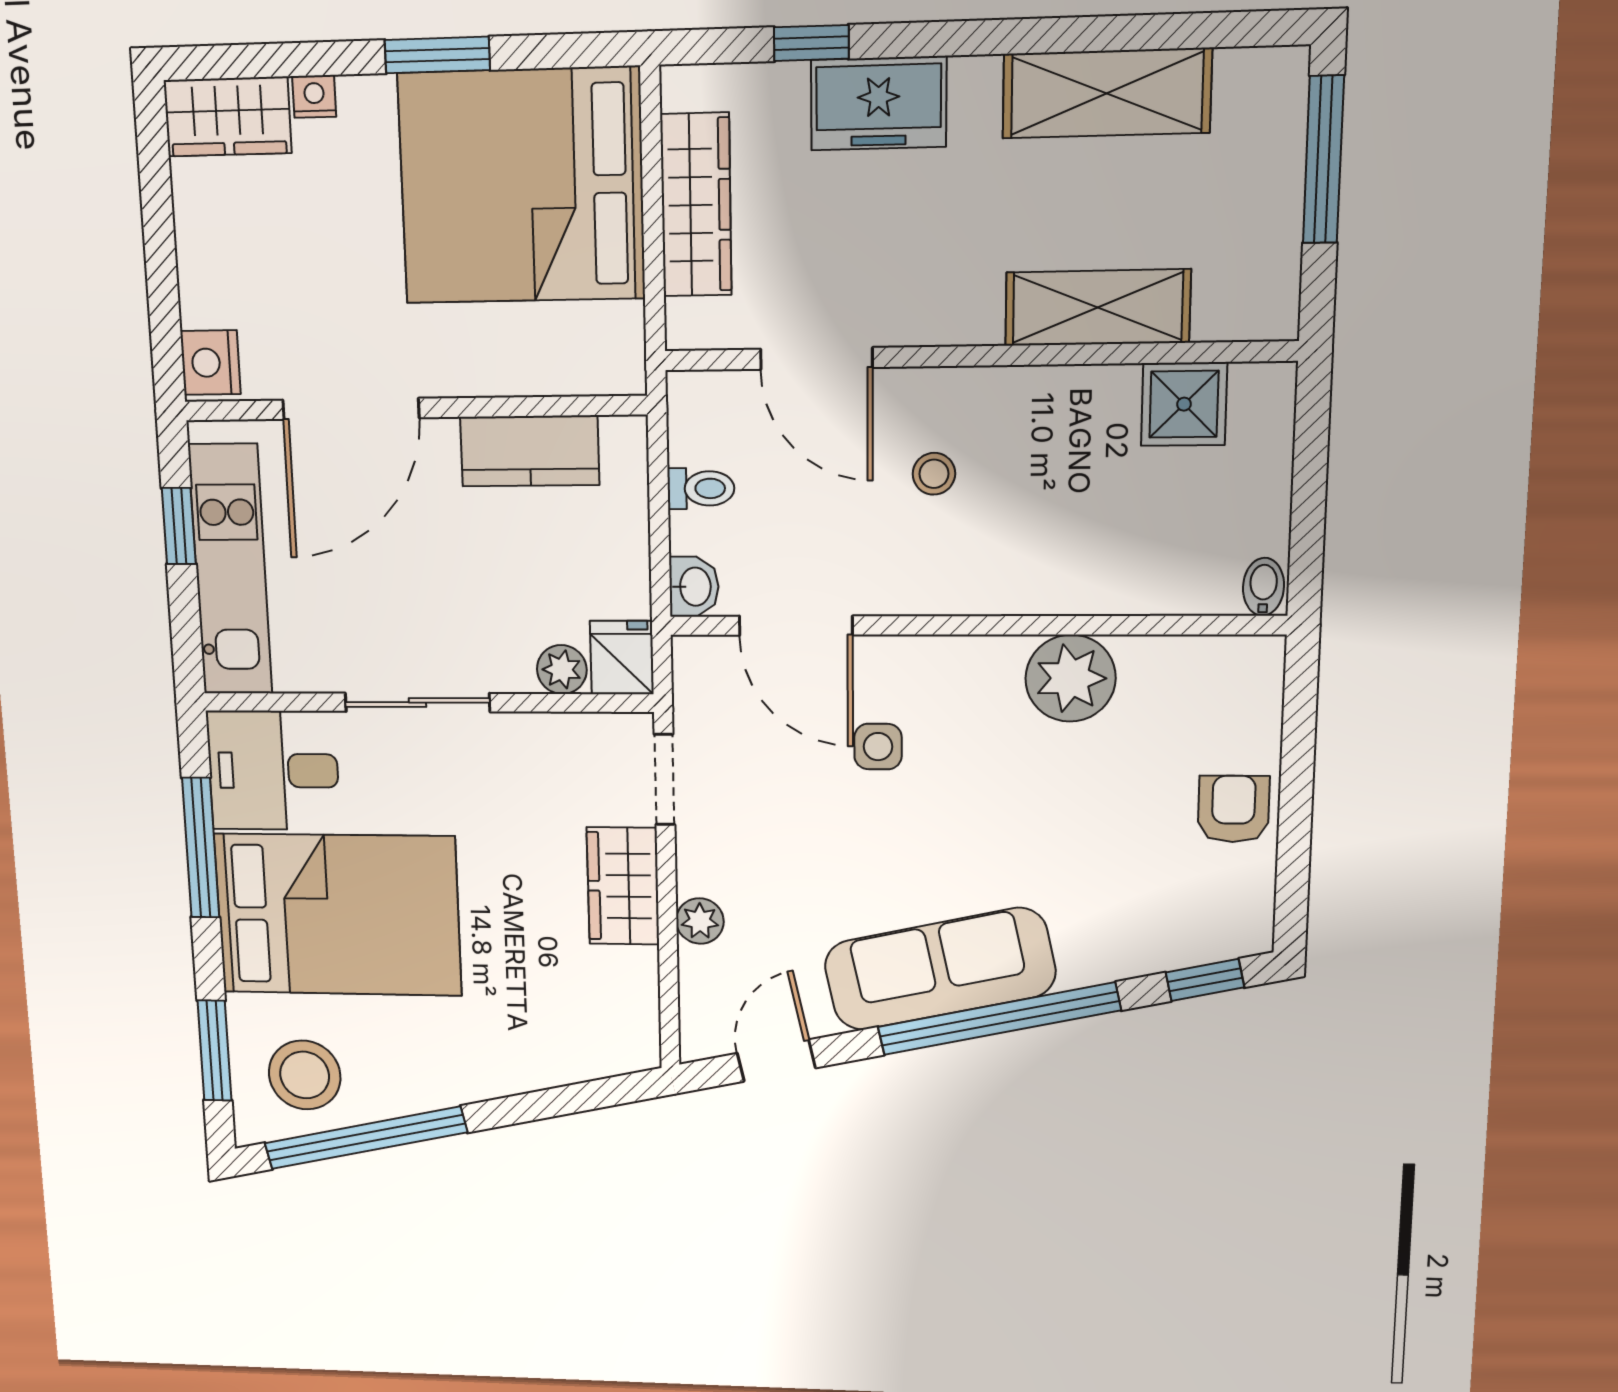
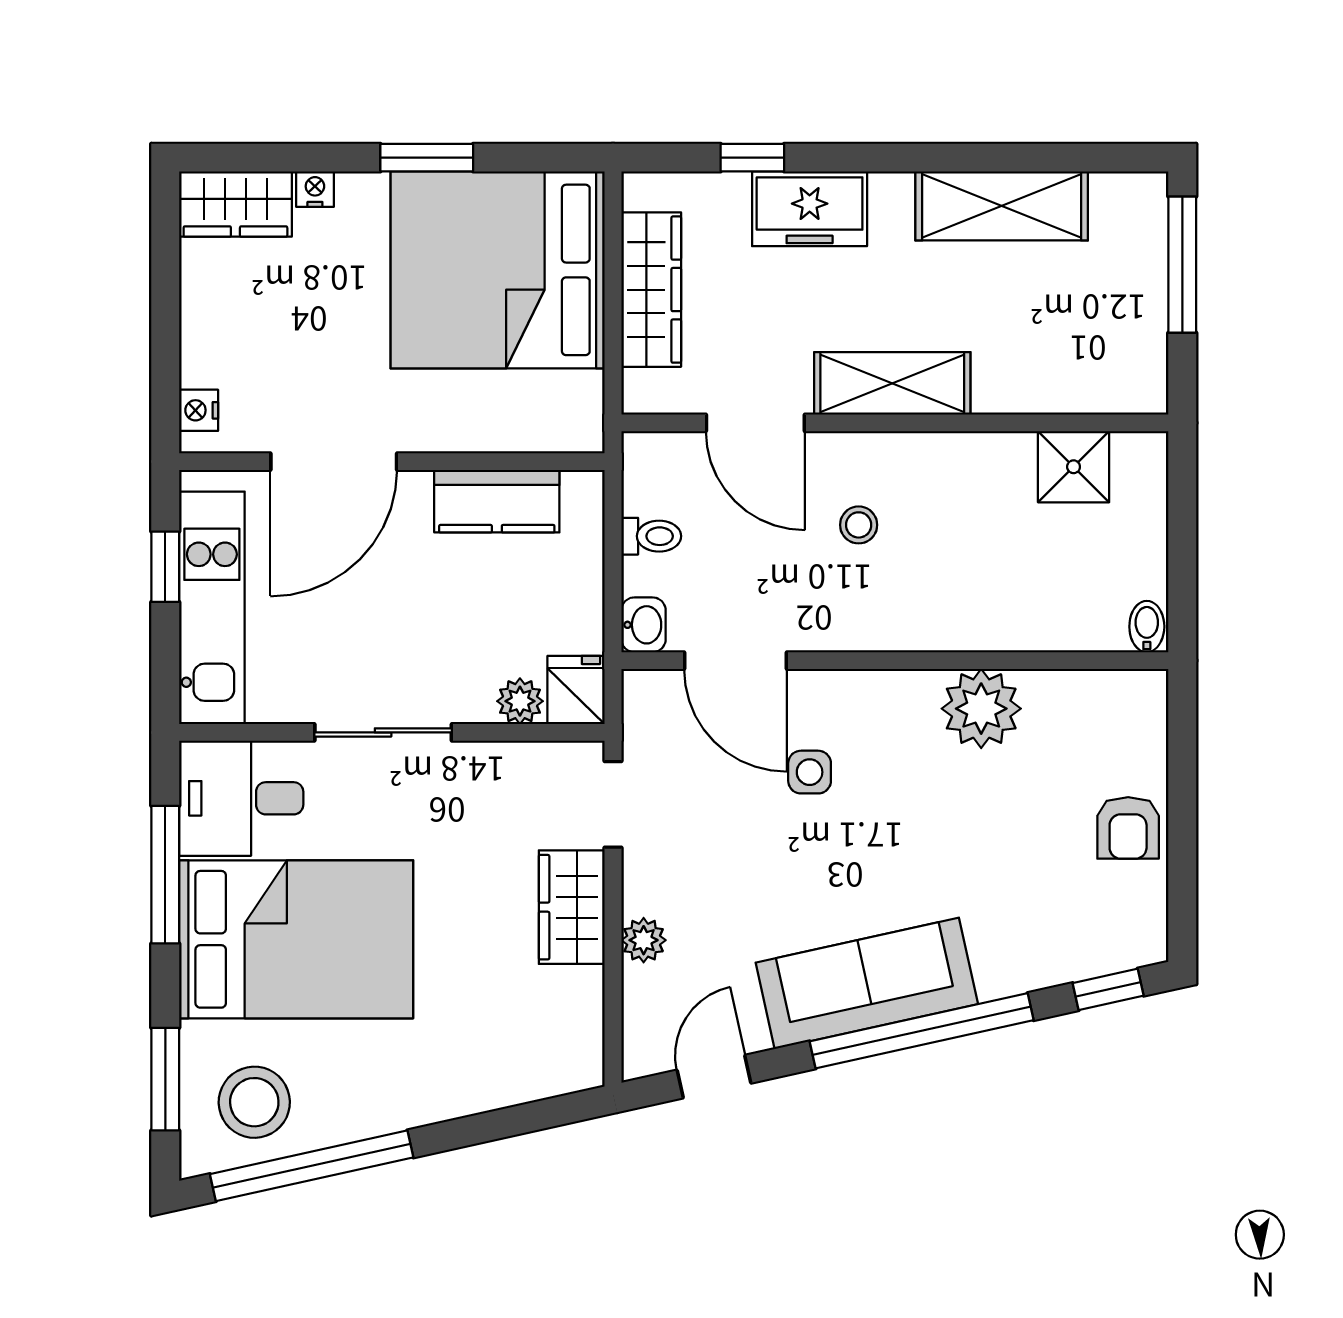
shelving: (1098, 308) -> (892, 383), moved
nightstand: (211, 363) -> (199, 410), width x0.72, depth x0.74
armchair: (1233, 809) -> (1128, 828), turned 180

